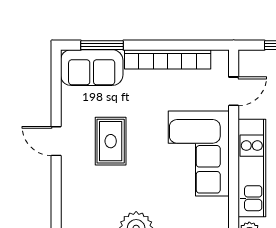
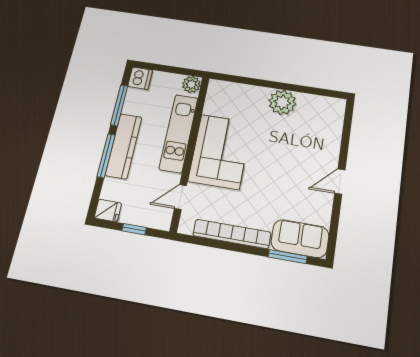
door: (56, 141) -> (340, 182), swing flipped
rug: (111, 141) -> (293, 174), removed

